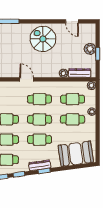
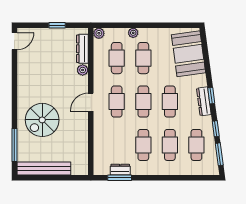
door: (72, 21) -> (14, 41), moved
spiral stairs: (43, 39) -> (42, 120), moved
plant: (90, 49) -> (51, 35), removed
door: (27, 79) -> (91, 102), moved

